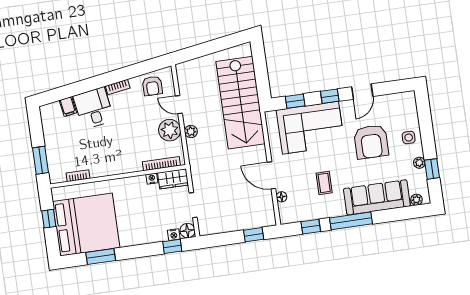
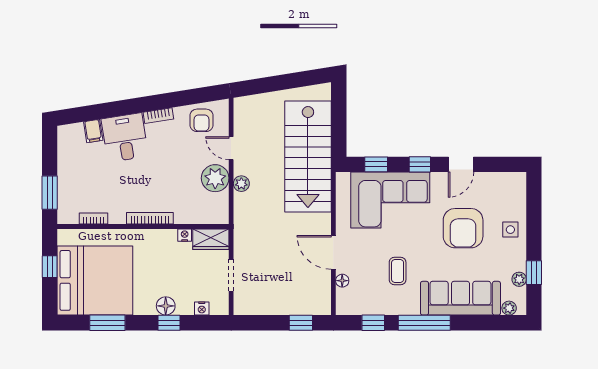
plant: (419, 163) -> (519, 279), moved
bookcase: (161, 164) -> (150, 218), moved
floor lamp: (187, 231) -> (166, 306), moved
window: (172, 246) -> (169, 323), moved

